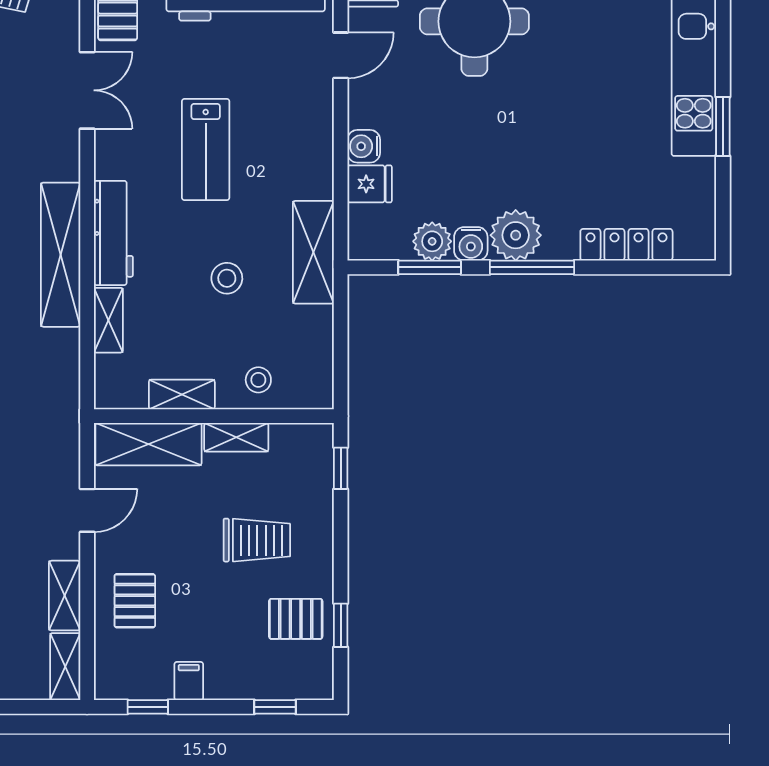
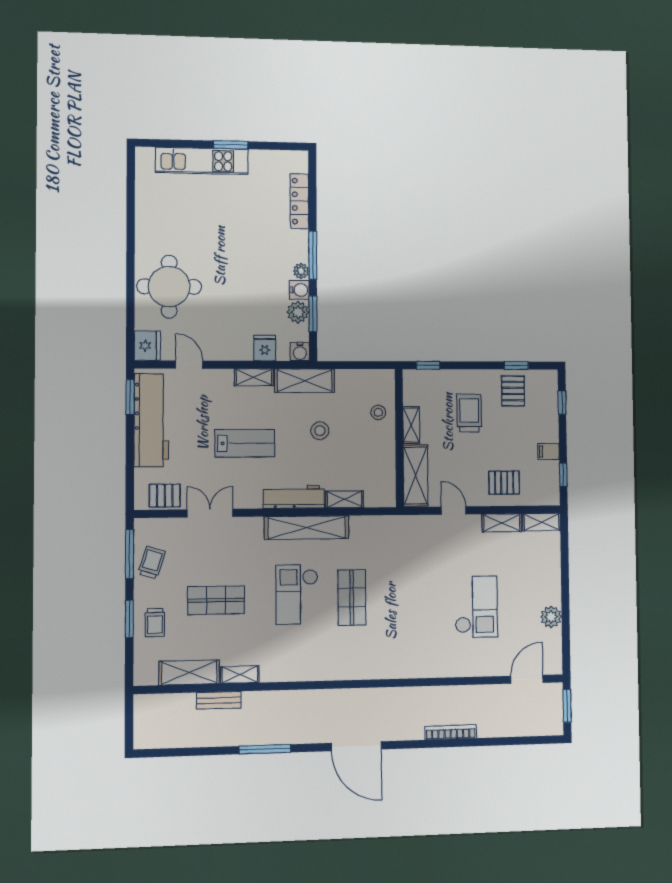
water cooler: (364, 146) -> (300, 352), moved
plant: (516, 235) -> (301, 271), width x0.53, depth x0.53
shelving: (182, 395) -> (254, 377), moved, turned 90

